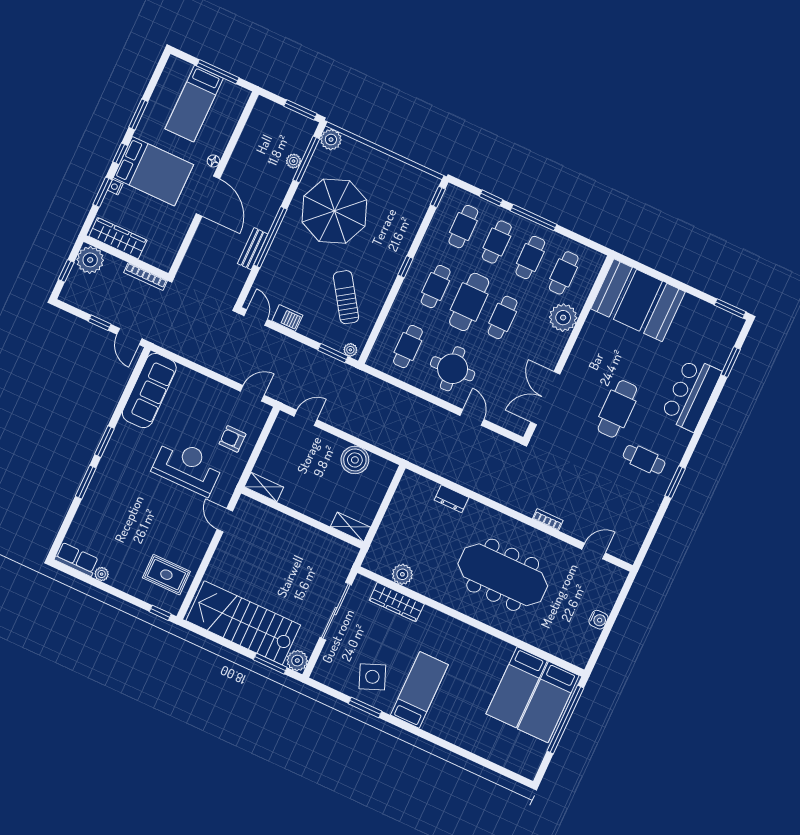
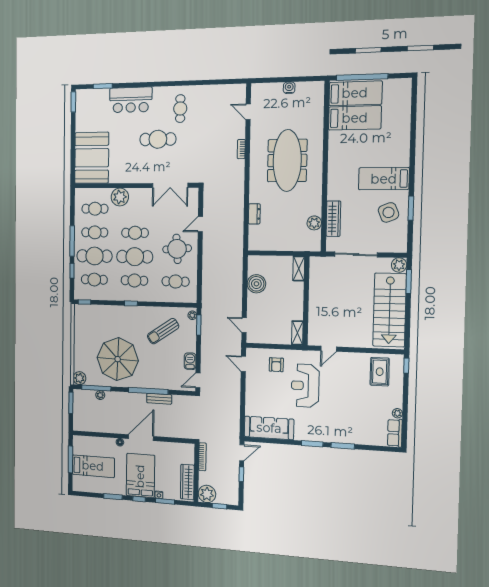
cafe table: (497, 242) -> (95, 256), width x1.37, depth x1.35
window: (675, 482) -> (185, 83), removed

